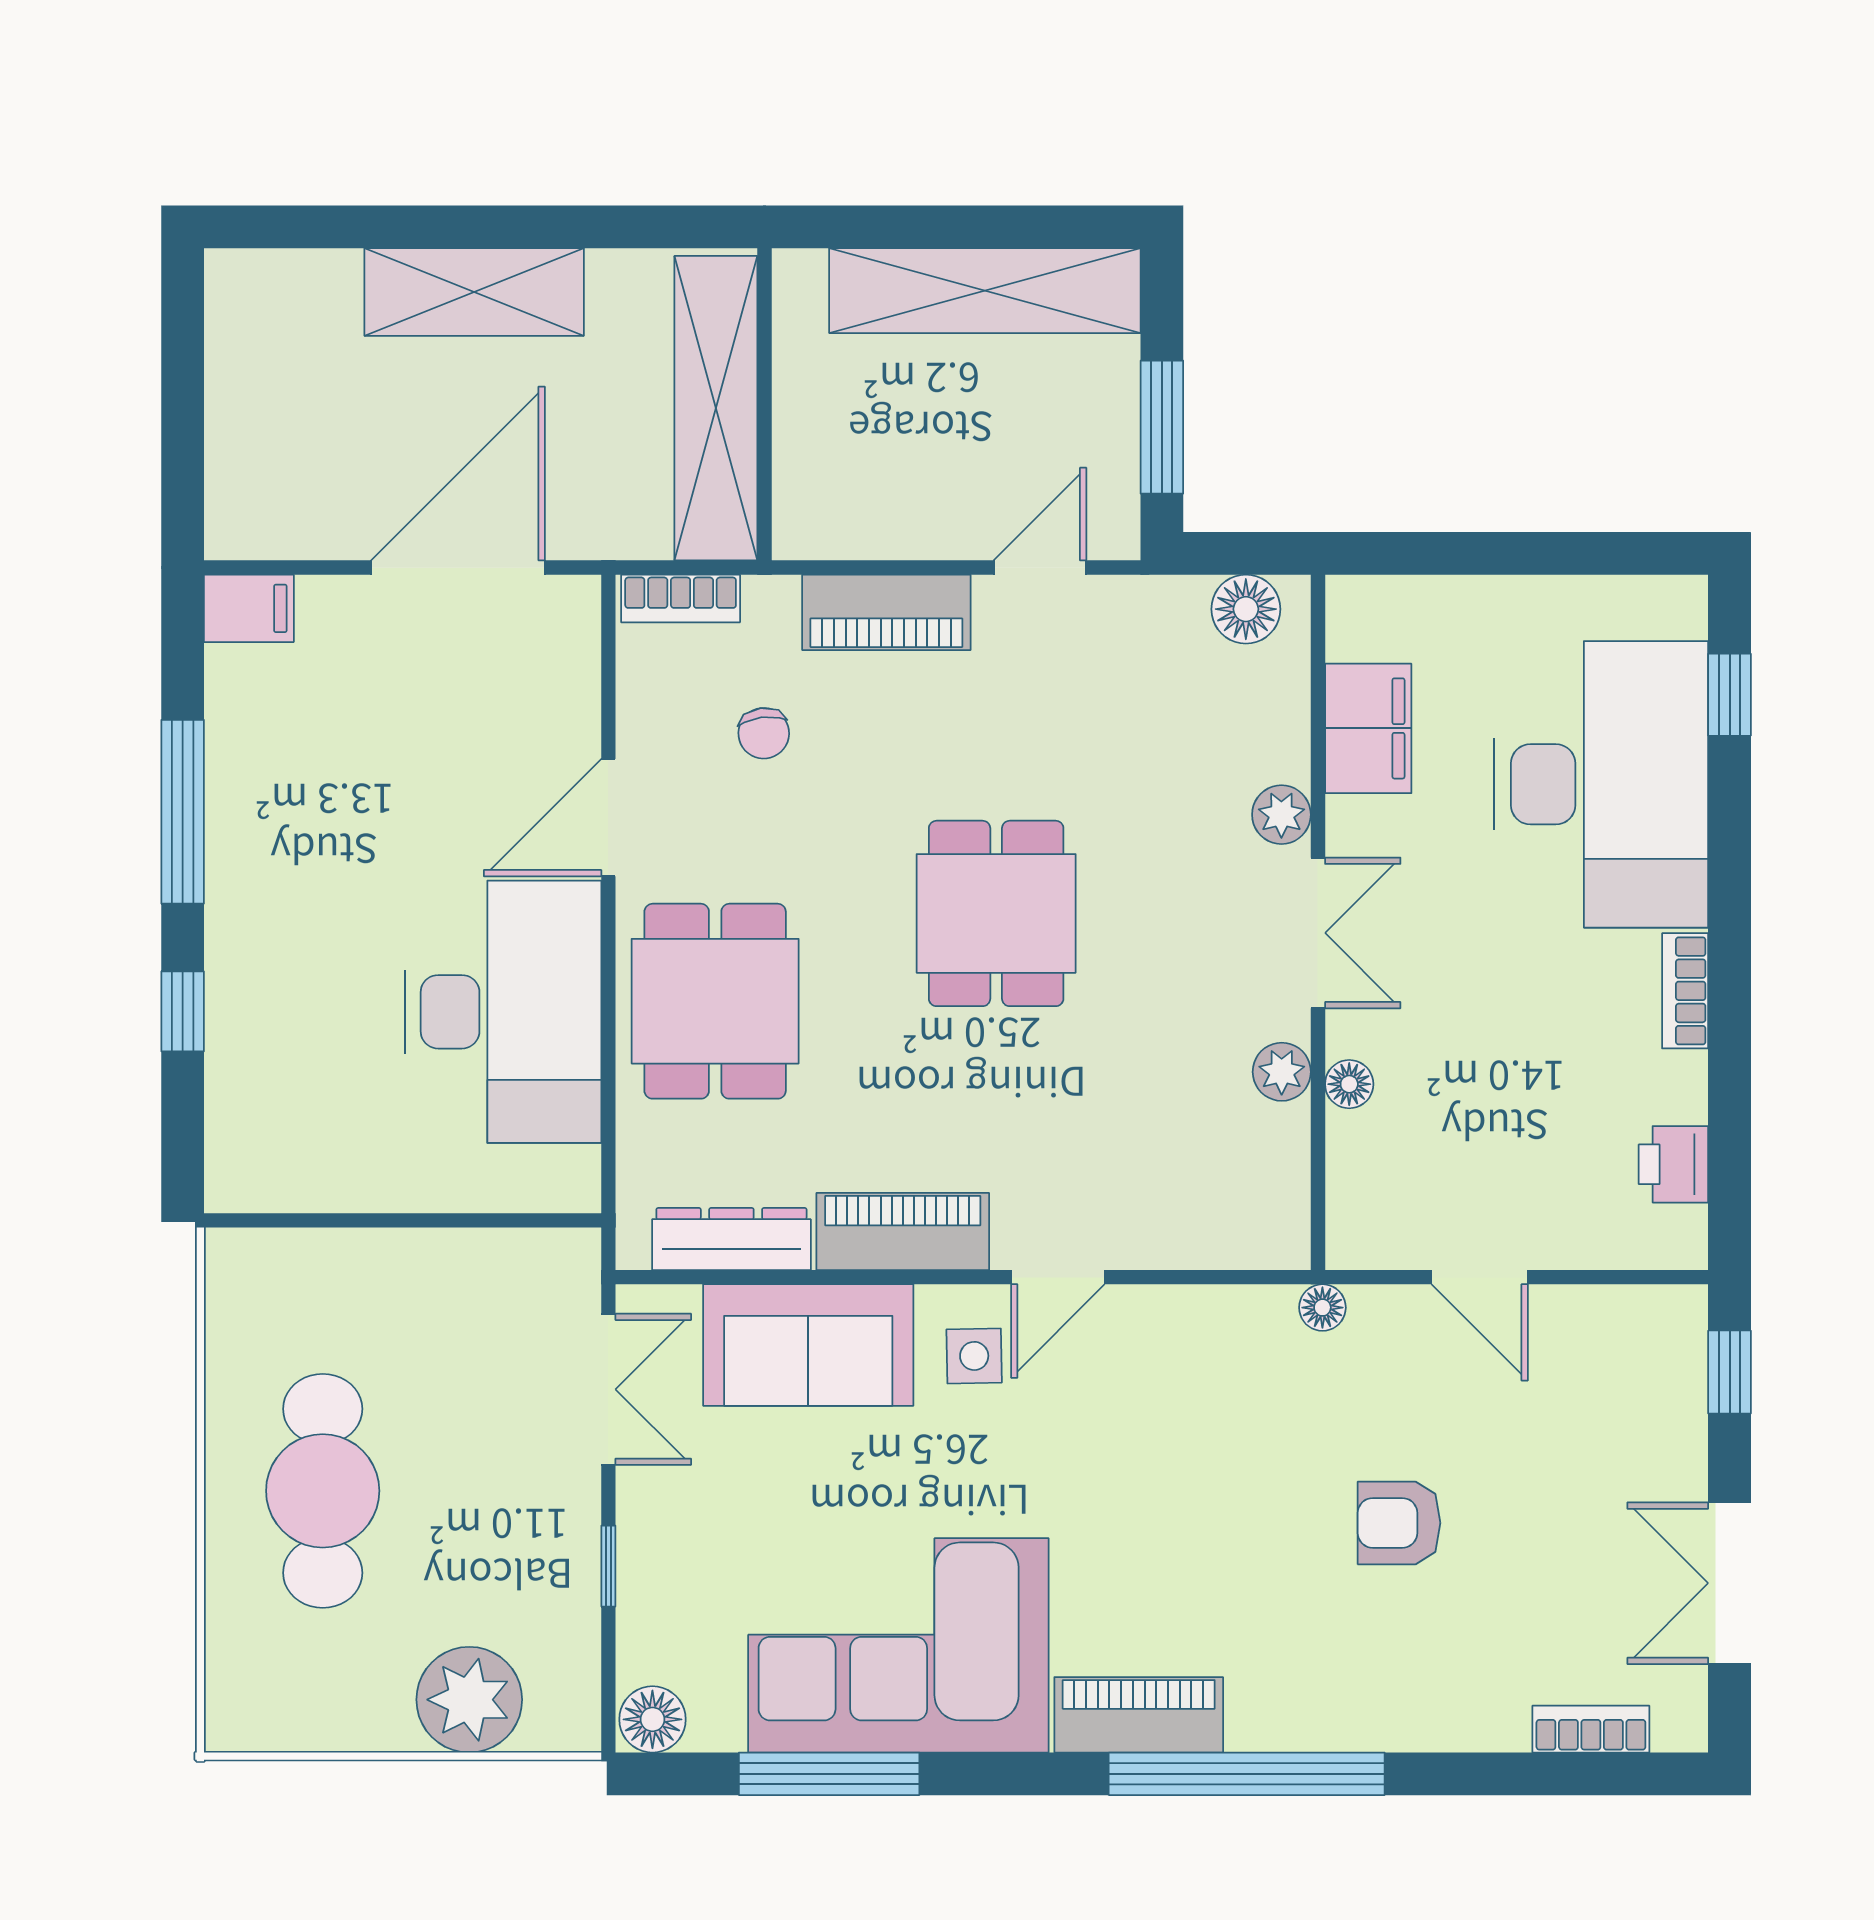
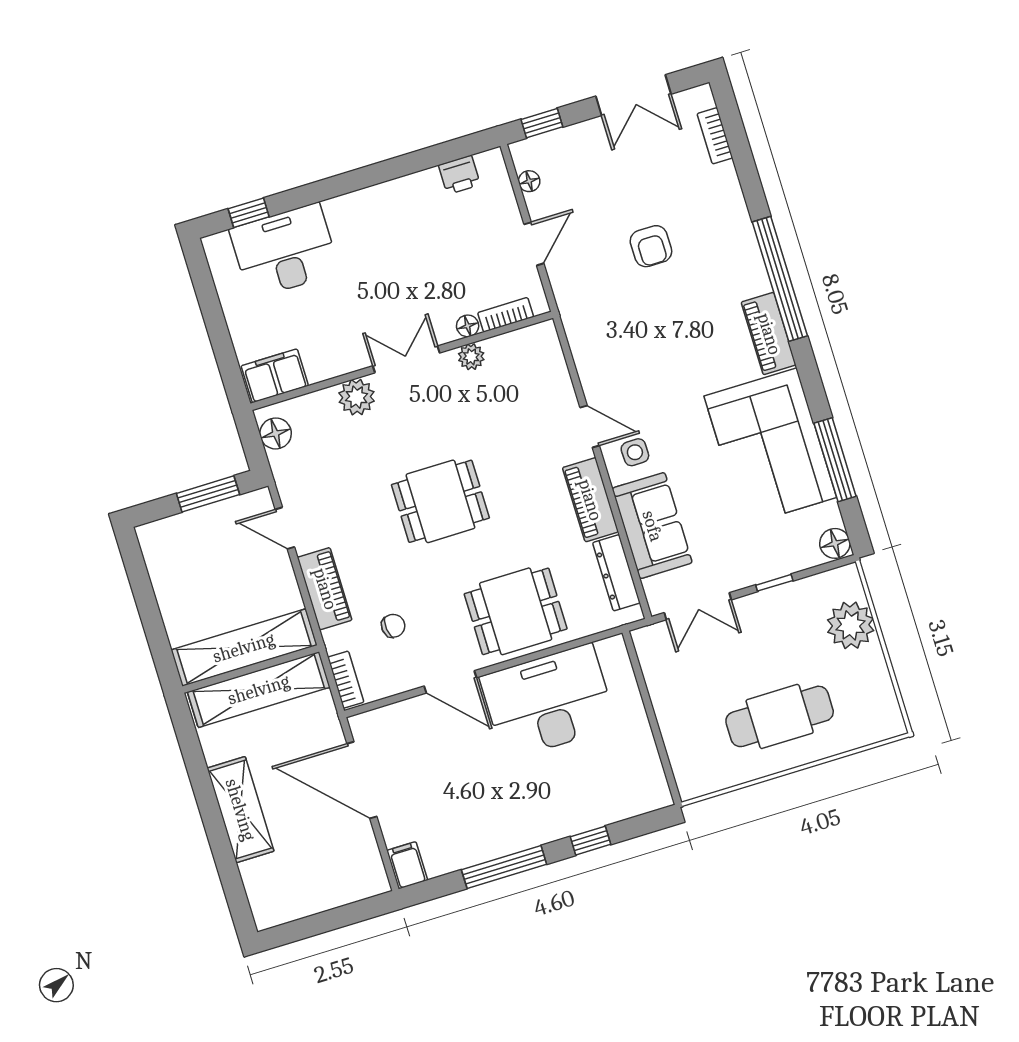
shelving: (985, 291) -> (244, 648), moved, turned 90
filing cabinet: (1368, 728) -> (275, 376), moved
desk: (1601, 784) -> (285, 251), width x0.73, depth x0.77
plant: (1281, 815) -> (357, 397), width x1.38, depth x1.38
bookcase: (1685, 991) -> (506, 315), moved, turned 180
floor lamp: (1322, 1308) -> (529, 181), moved
double door: (608, 1389) -> (698, 606), swing flipped

